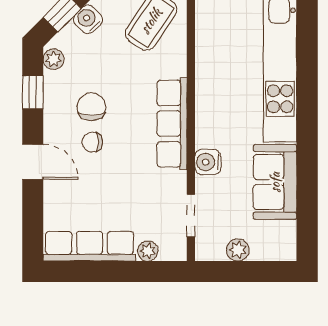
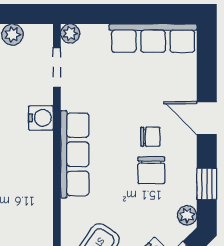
plant: (148, 251) -> (70, 33), moved

